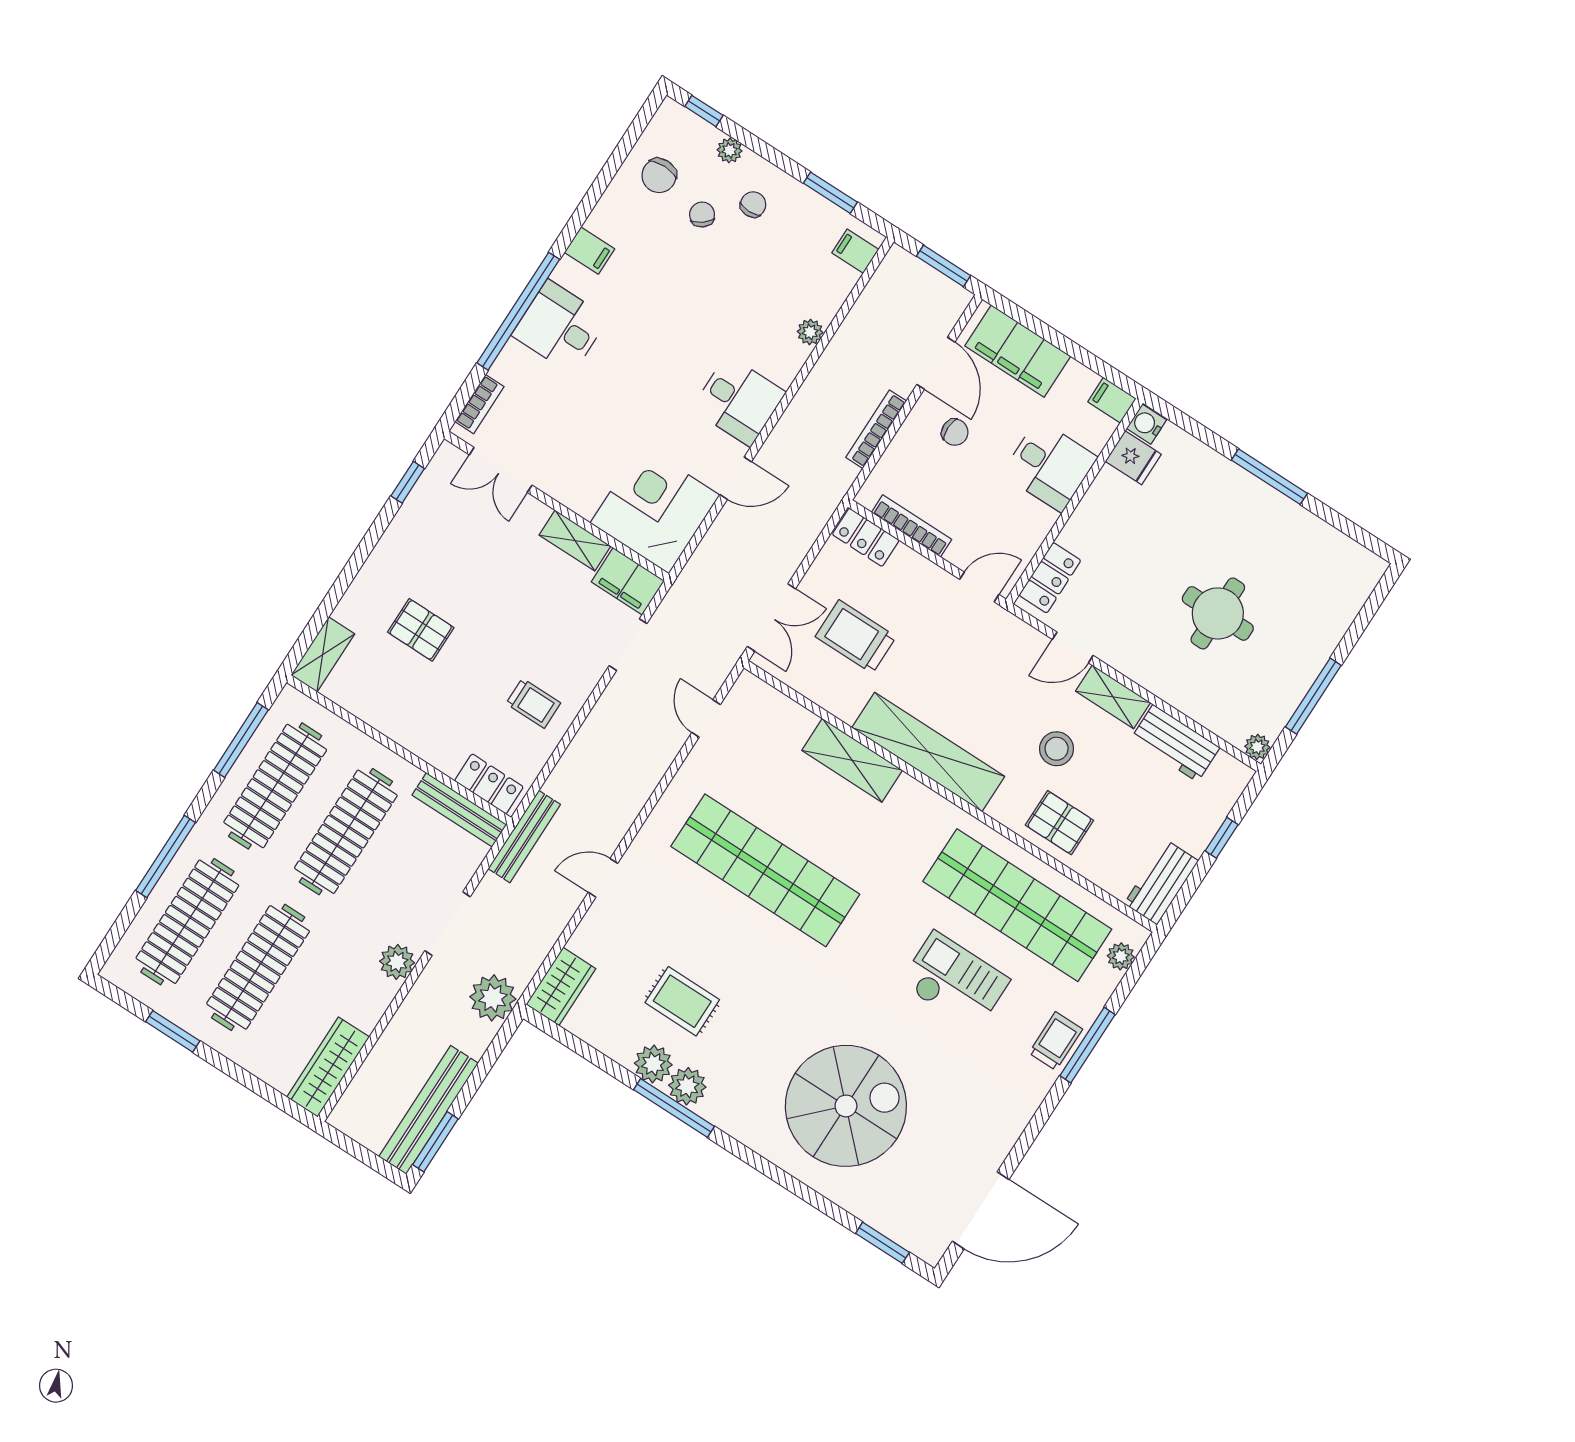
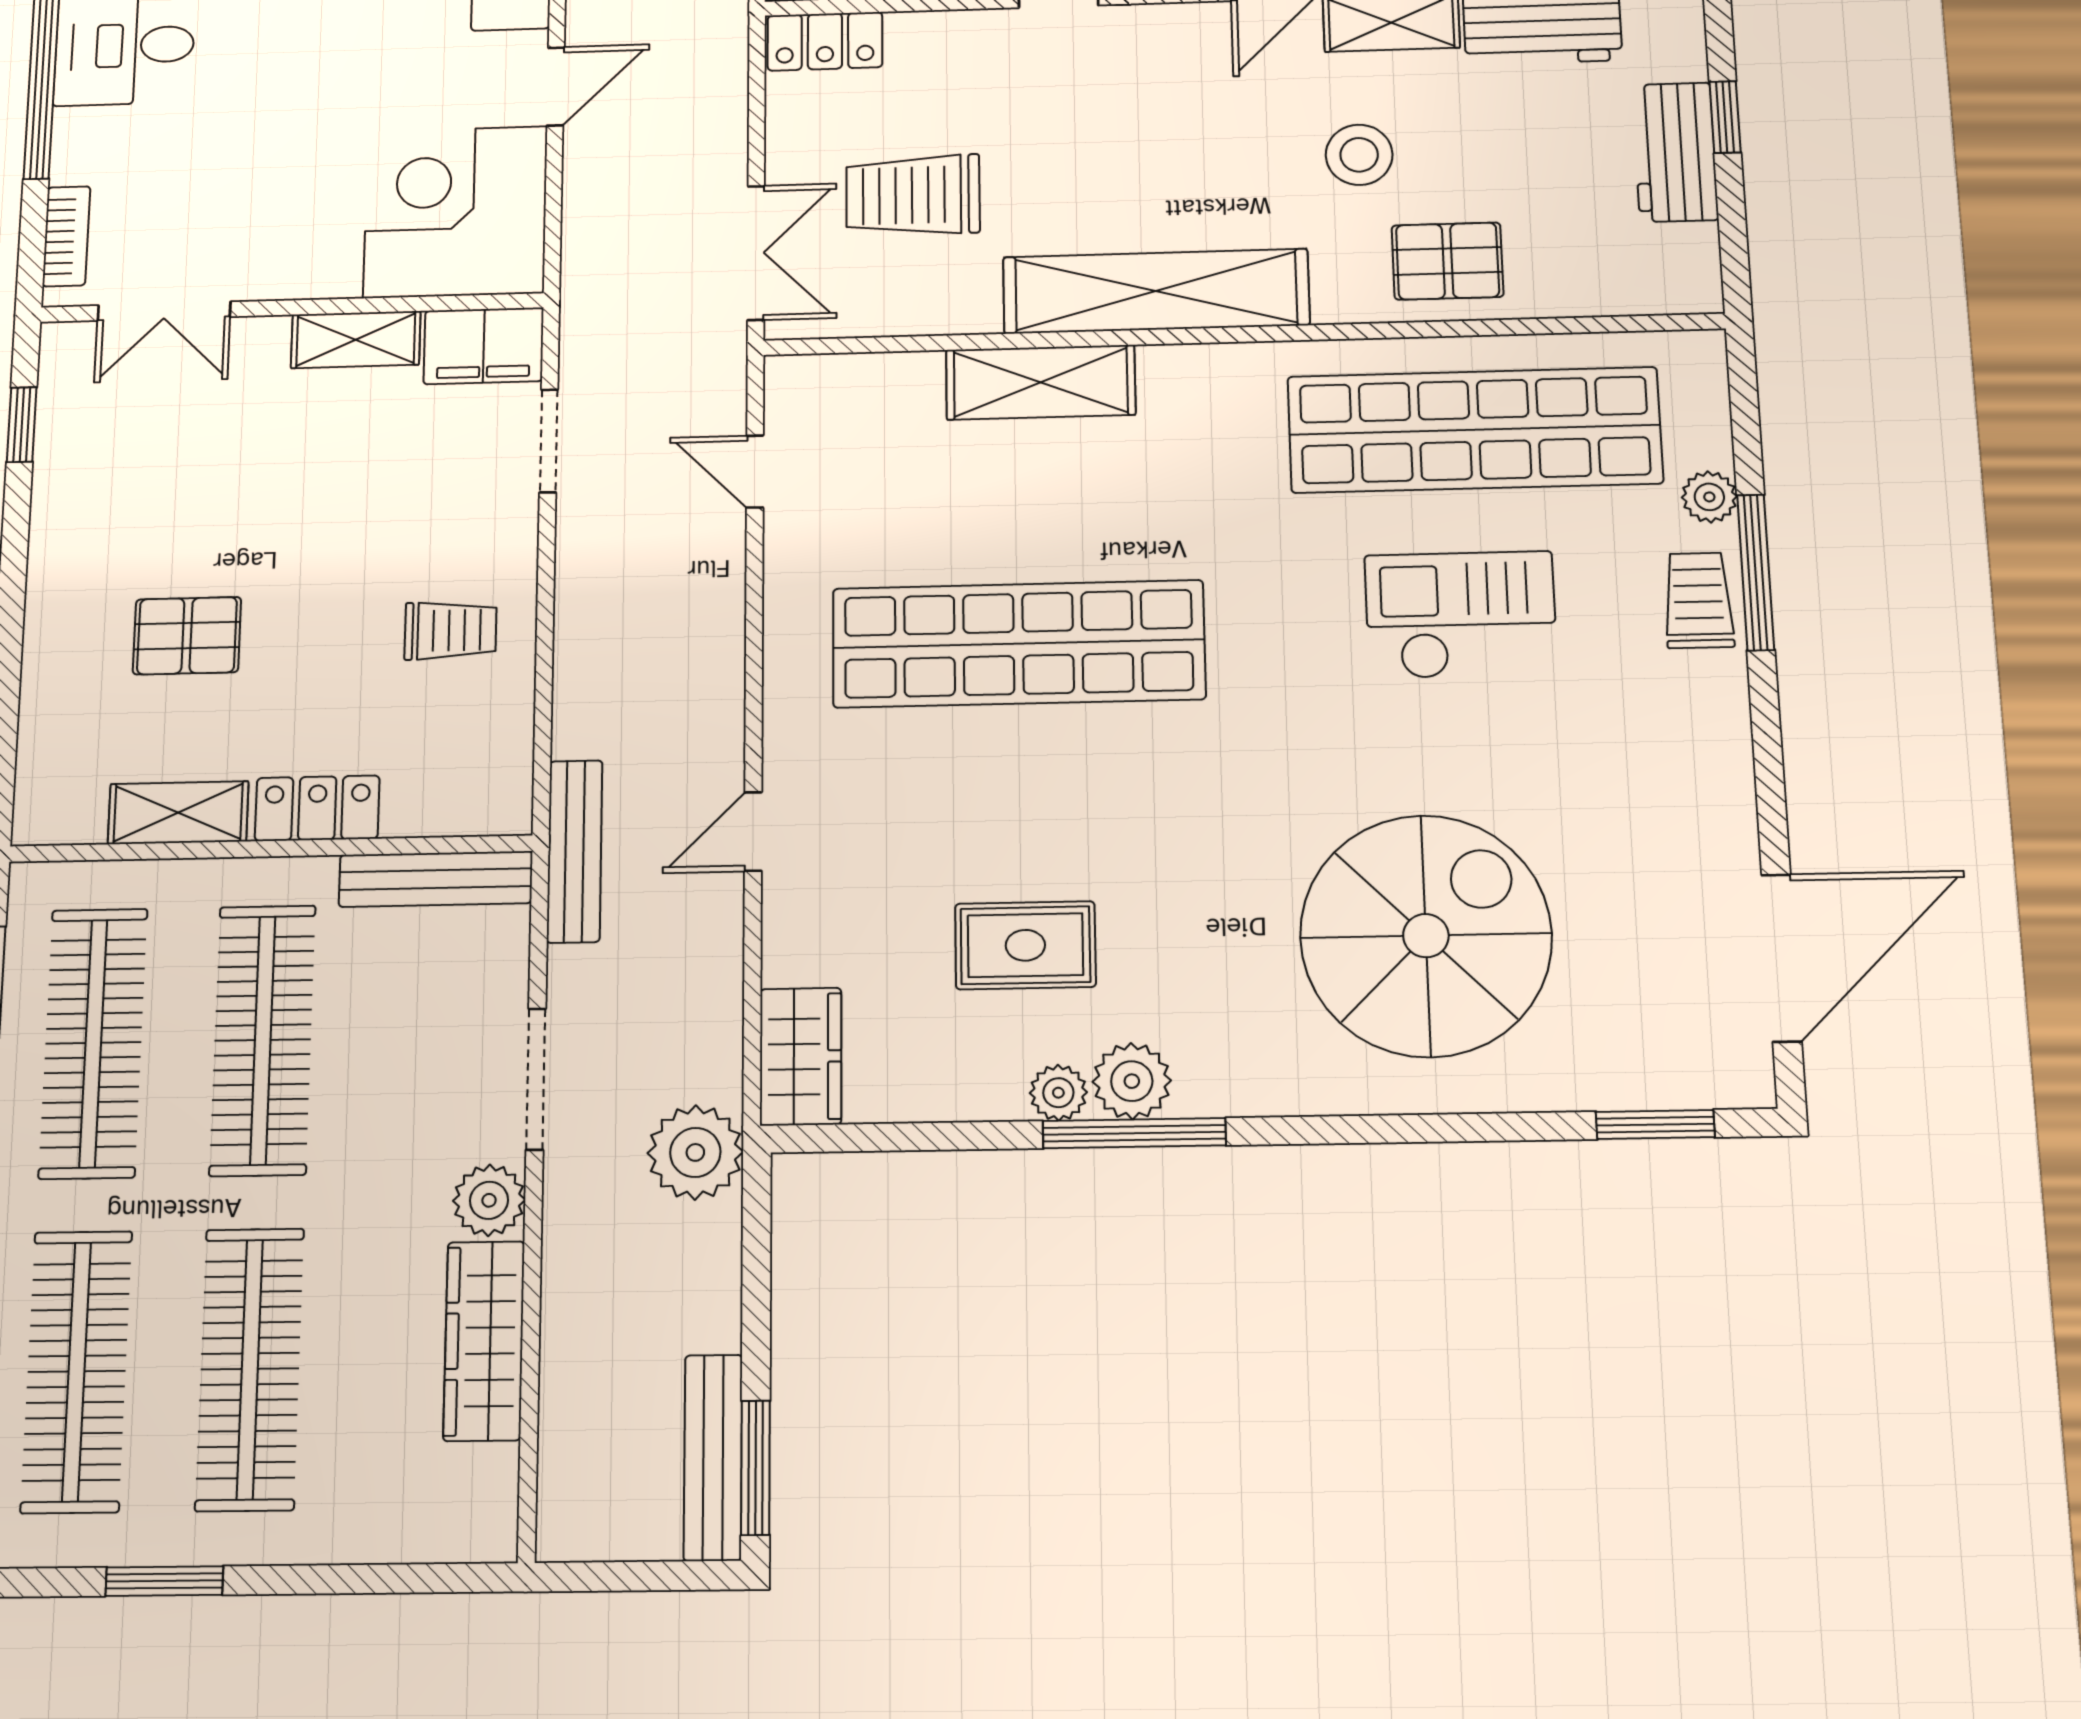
shelving: (323, 655) -> (178, 813), moved, turned 90
locker: (489, 784) -> (317, 808), moved
workbench: (1161, 882) -> (1675, 152), moved
plant: (1121, 956) -> (1709, 497), moved
plant: (653, 1064) -> (1058, 1093), width x0.73, depth x0.73
wardrobe: (328, 1067) -> (484, 1341), moved
bench: (428, 1110) -> (713, 1457), width x0.73, depth x0.82

